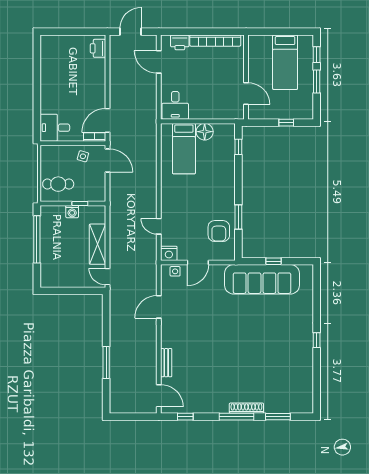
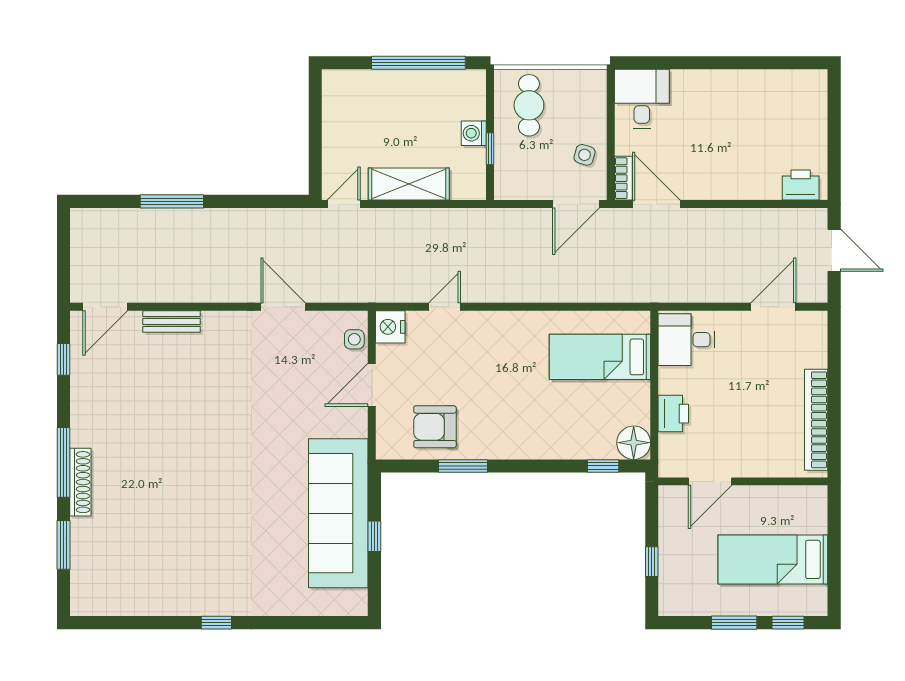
printer: (180, 42) -> (673, 414), moved, turned 180
floor lamp: (205, 132) -> (634, 443), moved
door: (198, 263) -> (372, 385), hinge flipped

